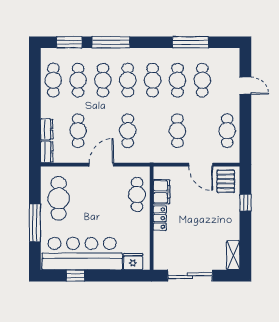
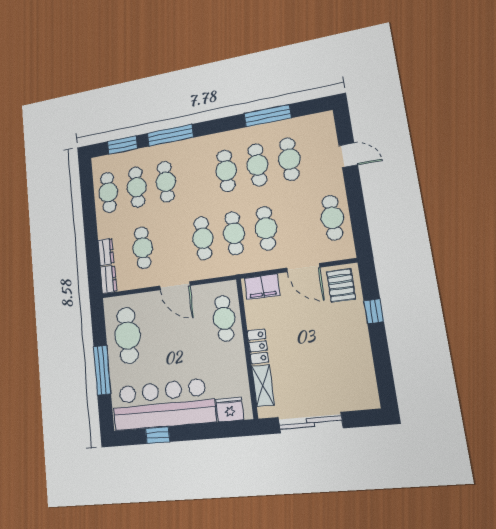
cafe table: (128, 80) -> (234, 233), moved
door: (101, 165) -> (175, 286), swing flipped
filing cabinet: (162, 192) -> (262, 287), moved, turned 90
shelving: (233, 255) -> (263, 386), moved

